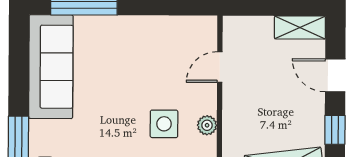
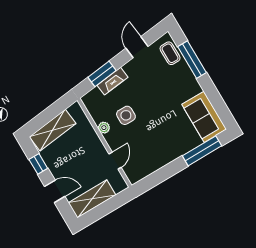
shelving: (300, 28) -> (92, 199), width x1.50, depth x1.33
sofa: (51, 67) -> (204, 117), width x0.73

